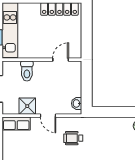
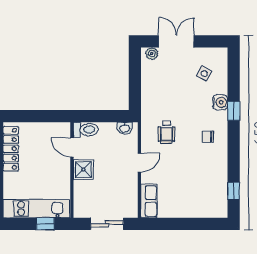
toilet: (27, 71) -> (86, 130), moved
shower: (27, 106) -> (83, 170), moved

